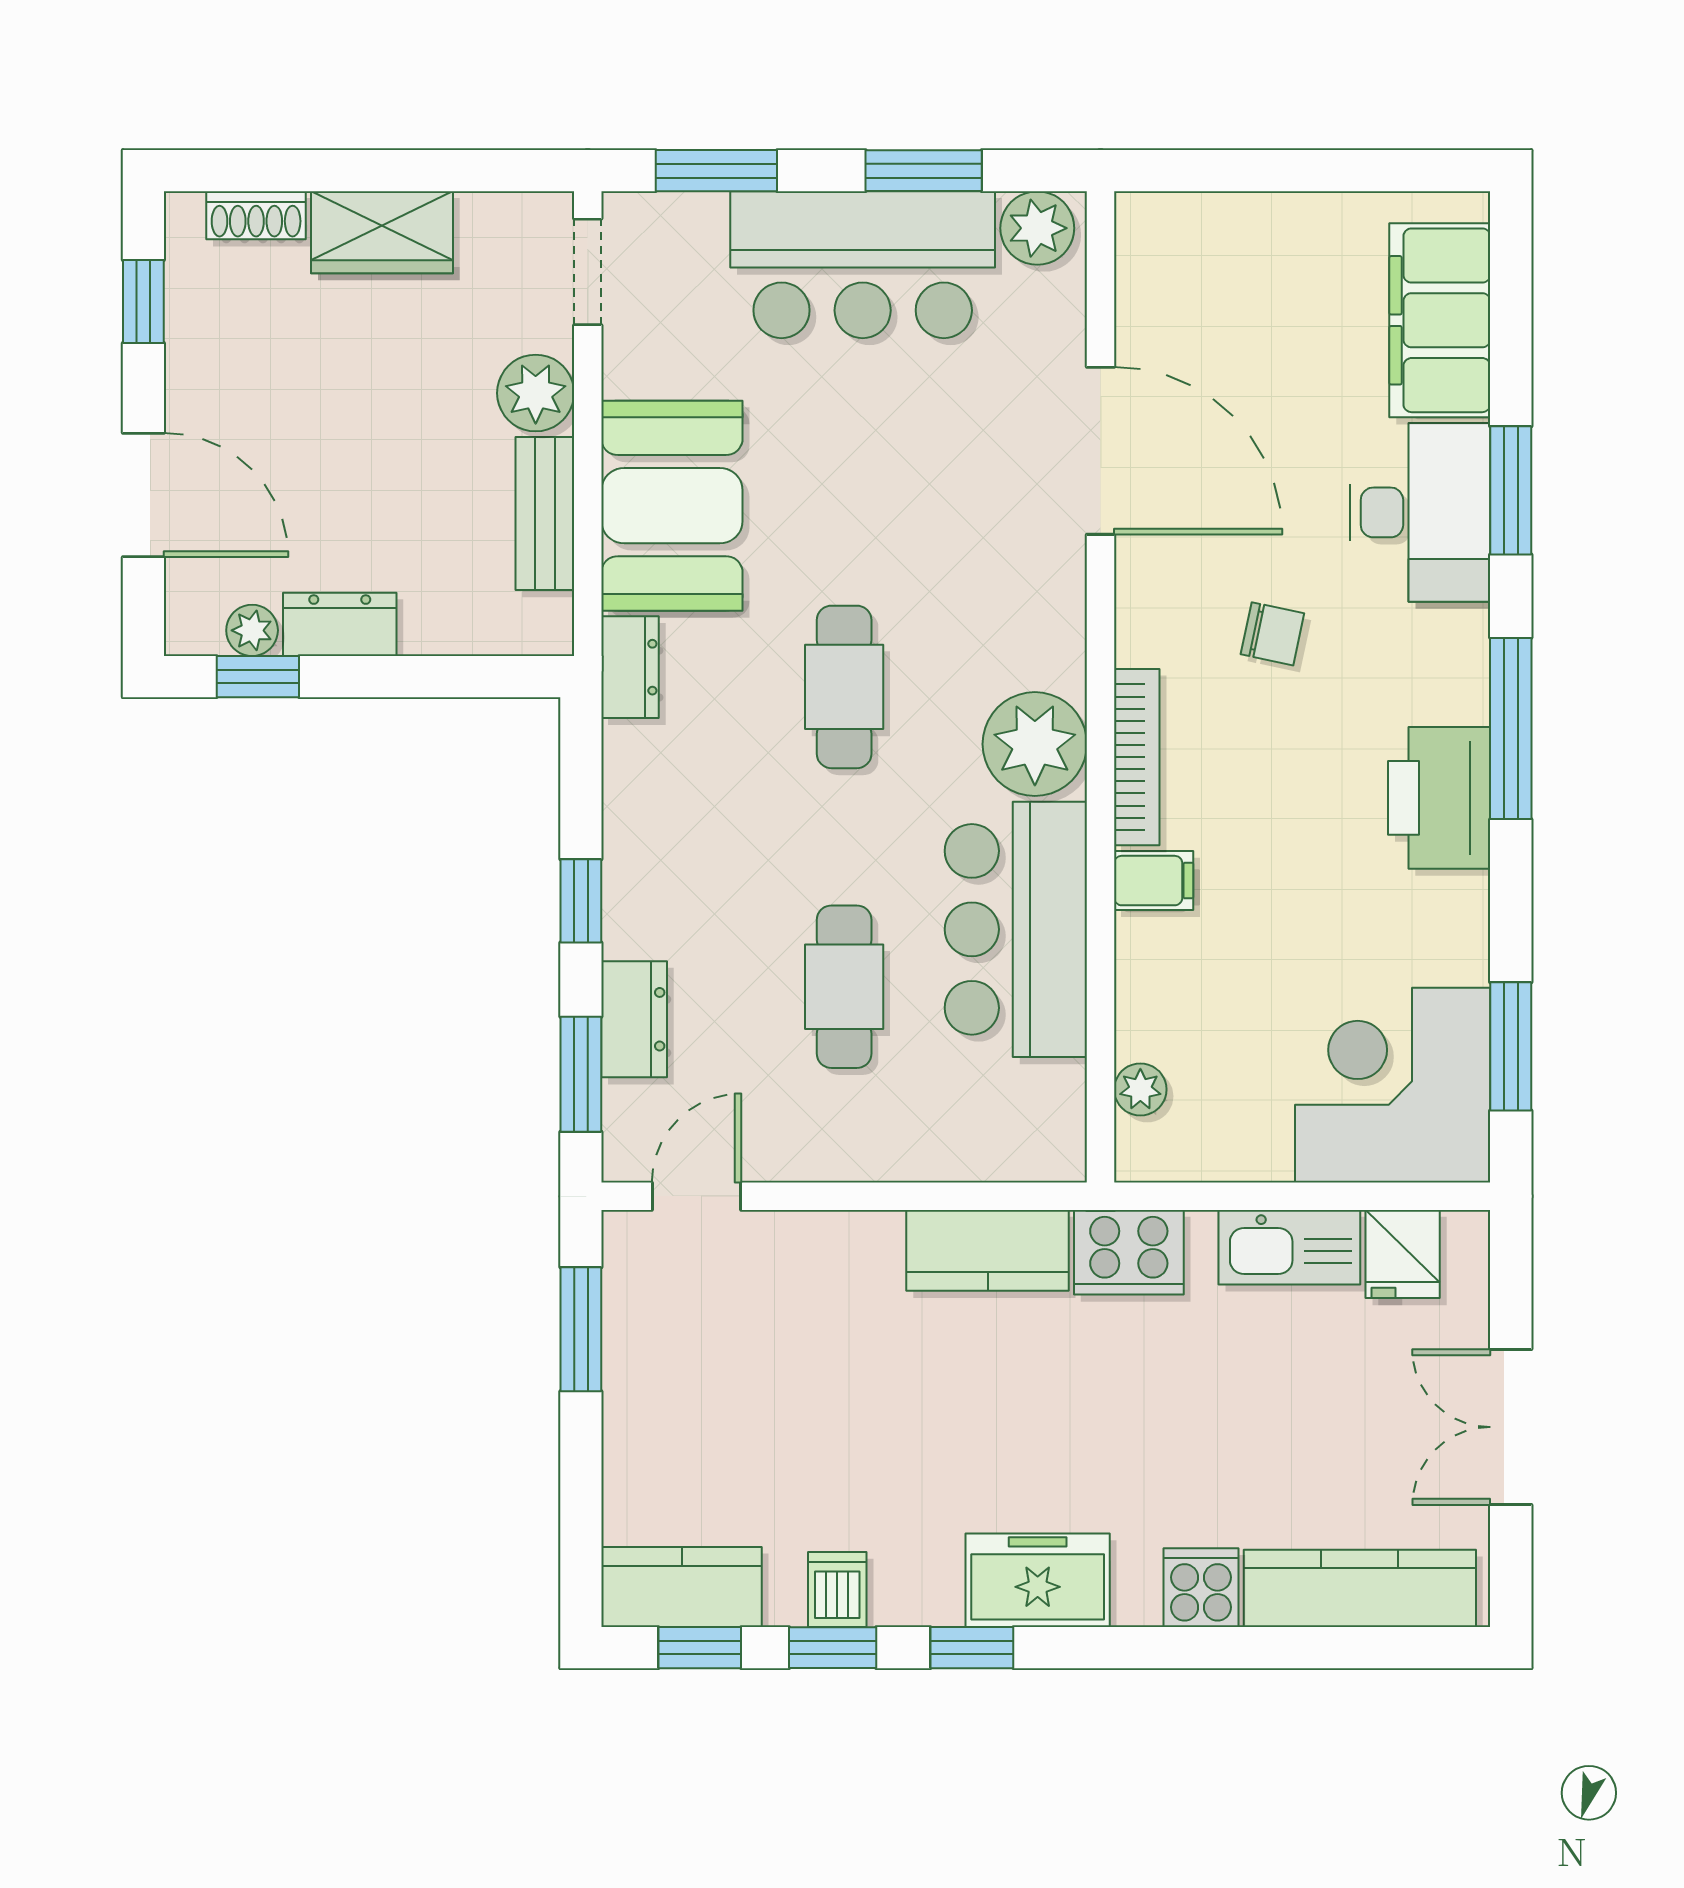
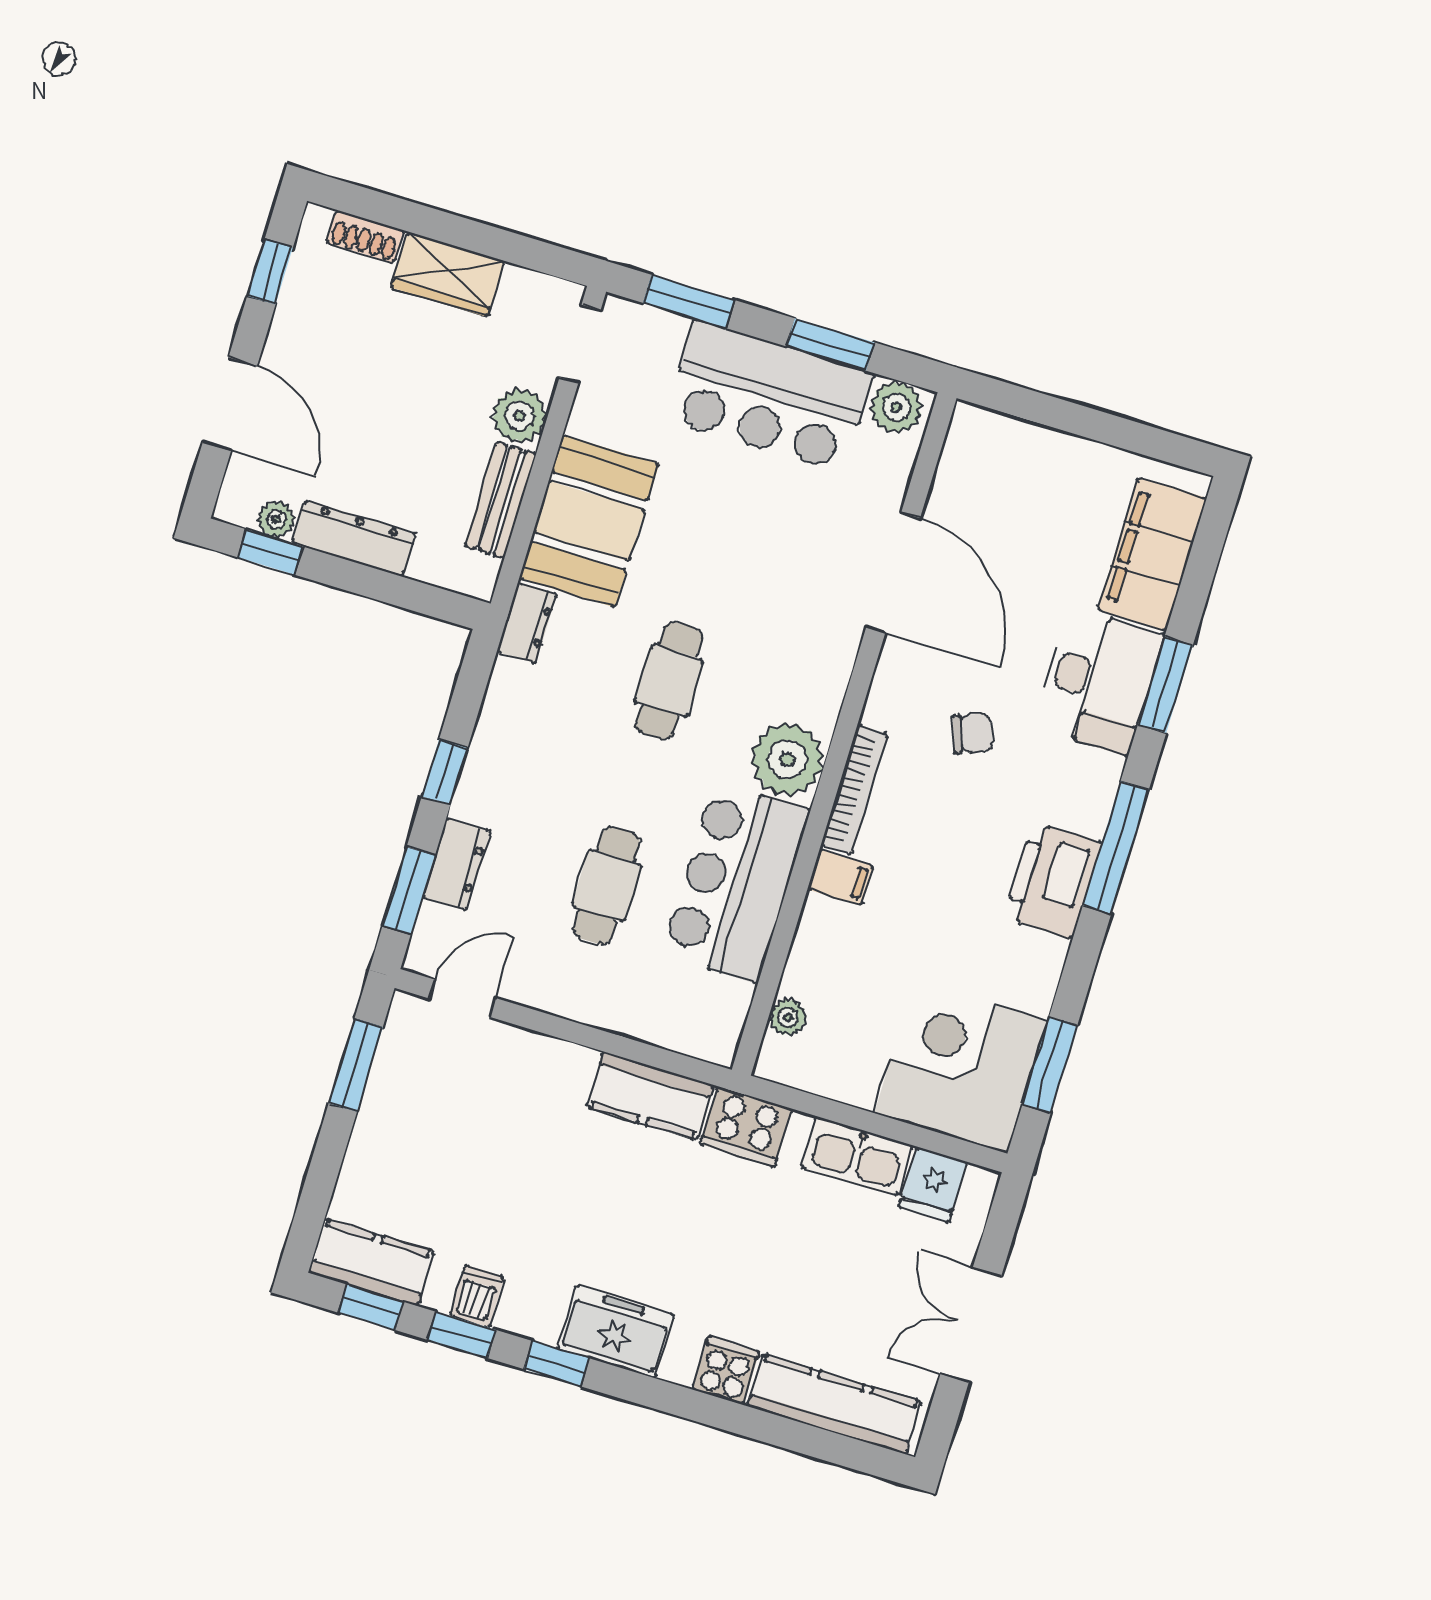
dresser: (340, 624) -> (354, 538), width x1.44
chair: (1272, 634) -> (973, 733), turned -32

